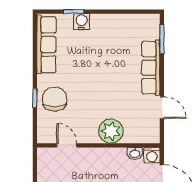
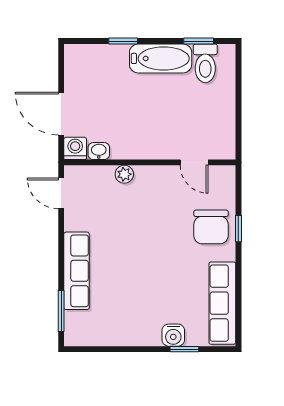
door: (162, 108) -> (61, 193), moved
plant: (111, 131) -> (124, 174), width x0.53, depth x0.53

